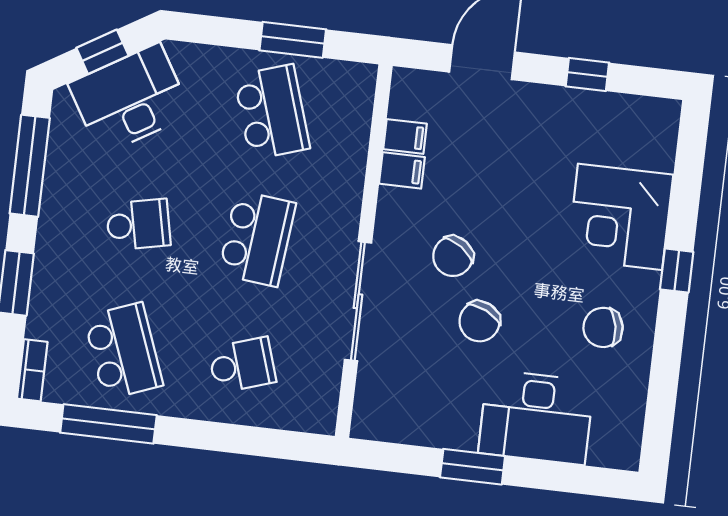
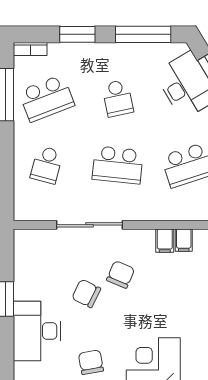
chair: (453, 256) -> (121, 274), turned 78
school desk: (242, 365) -> (47, 165), turned 33

